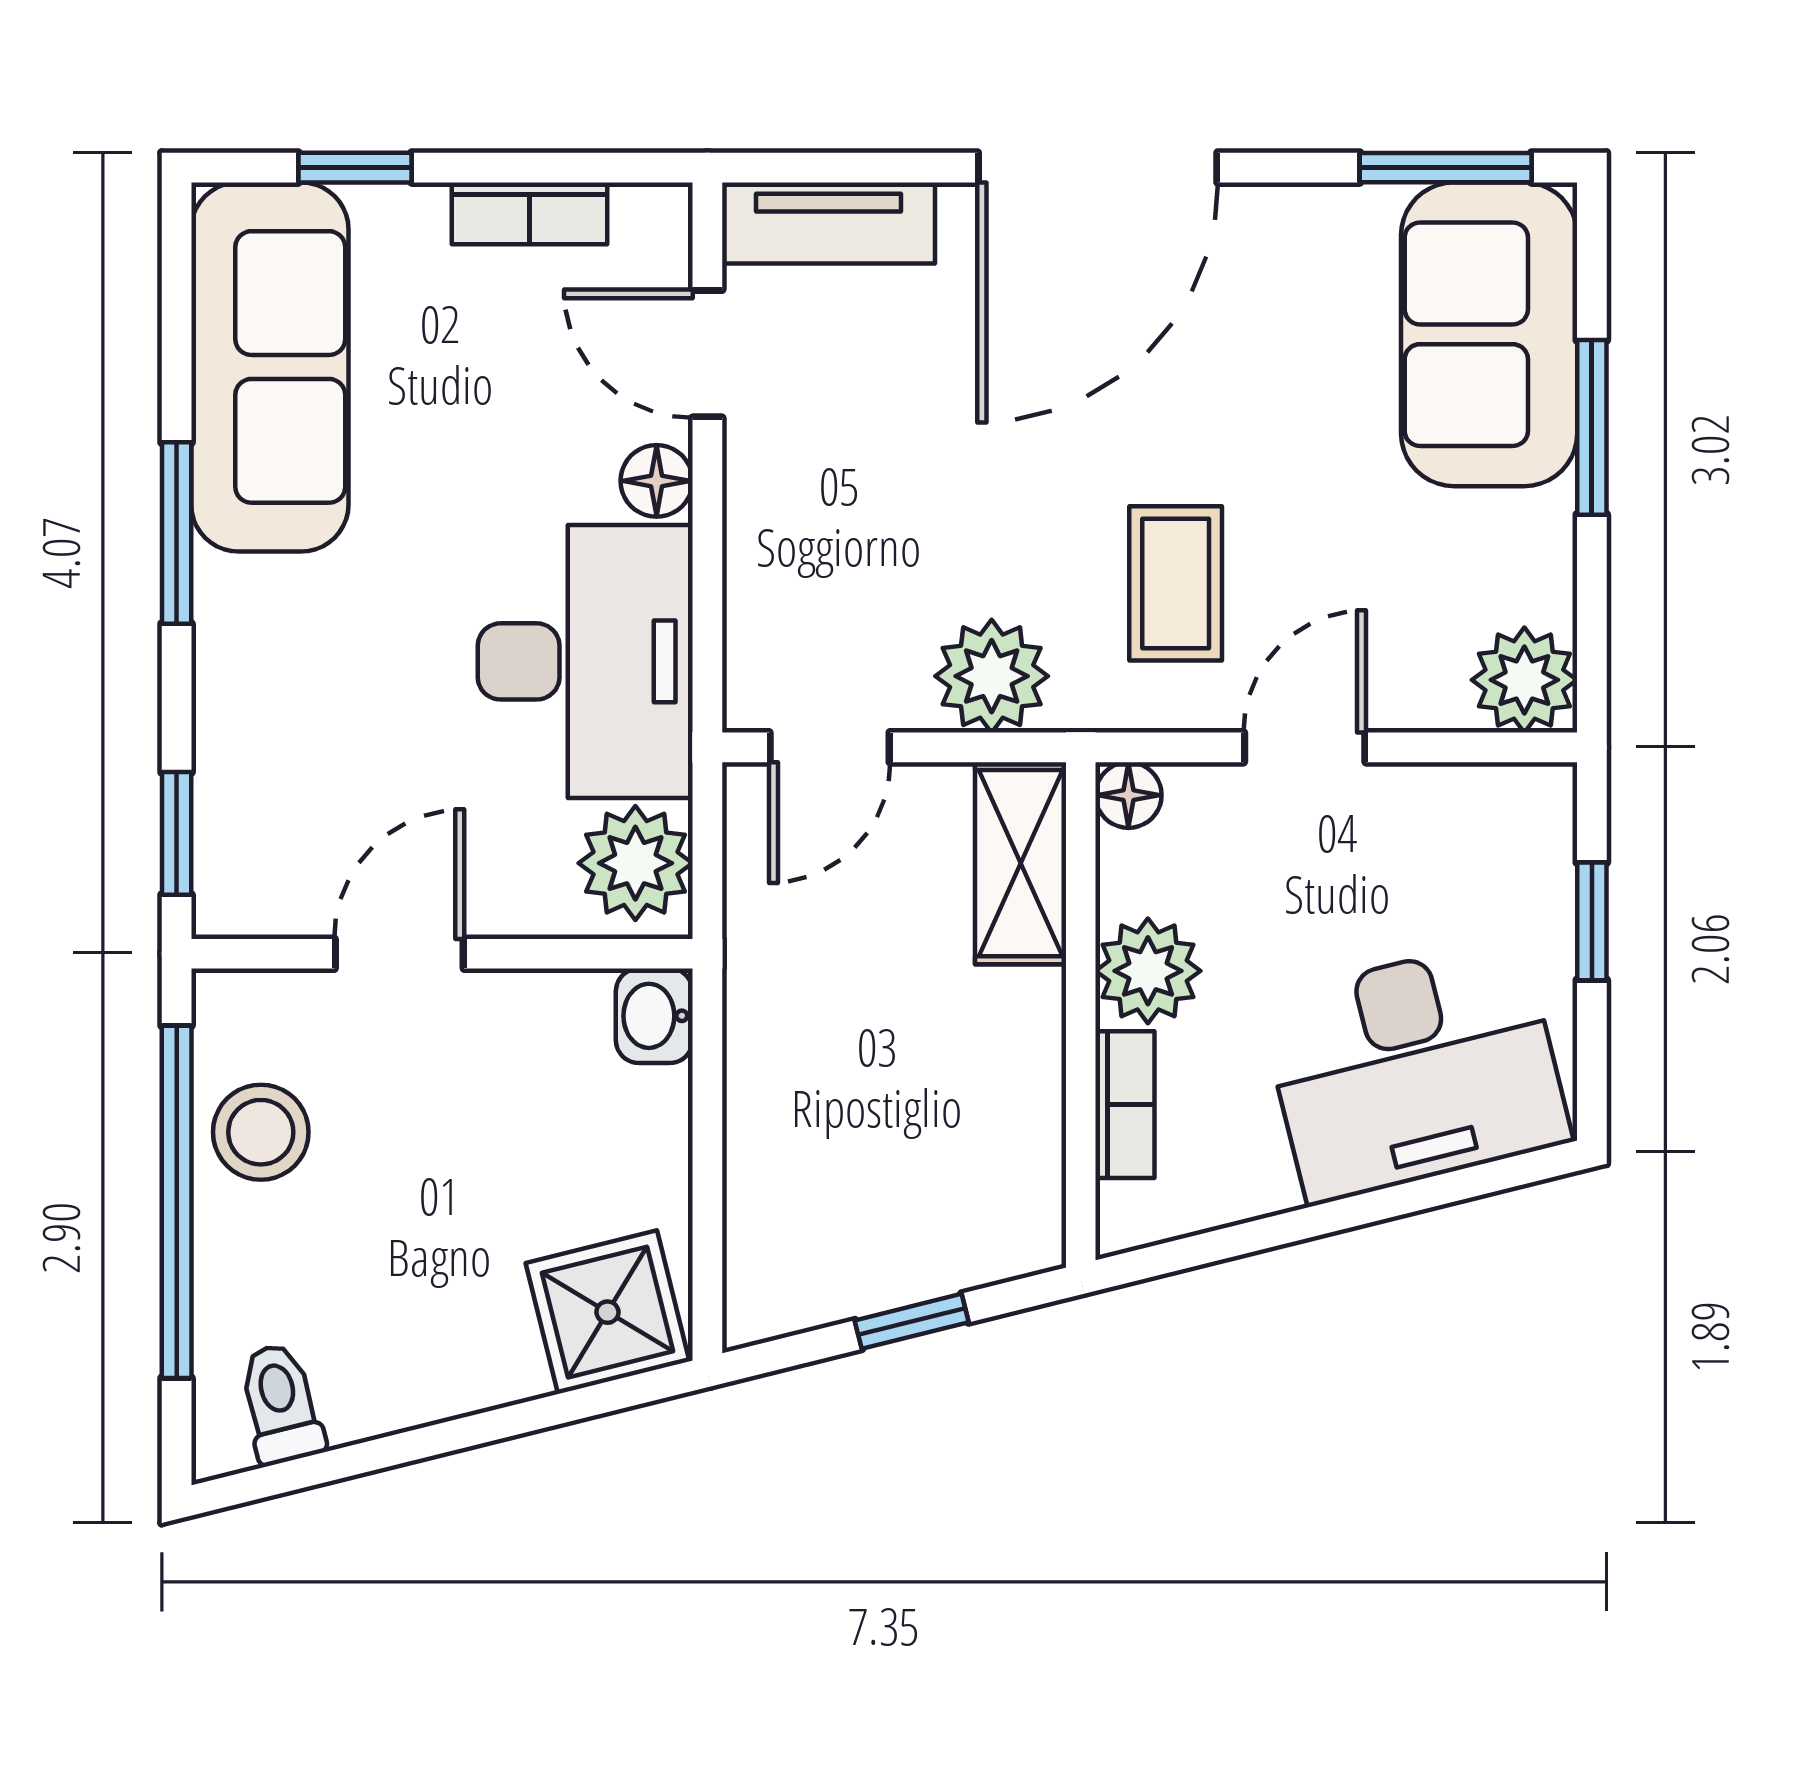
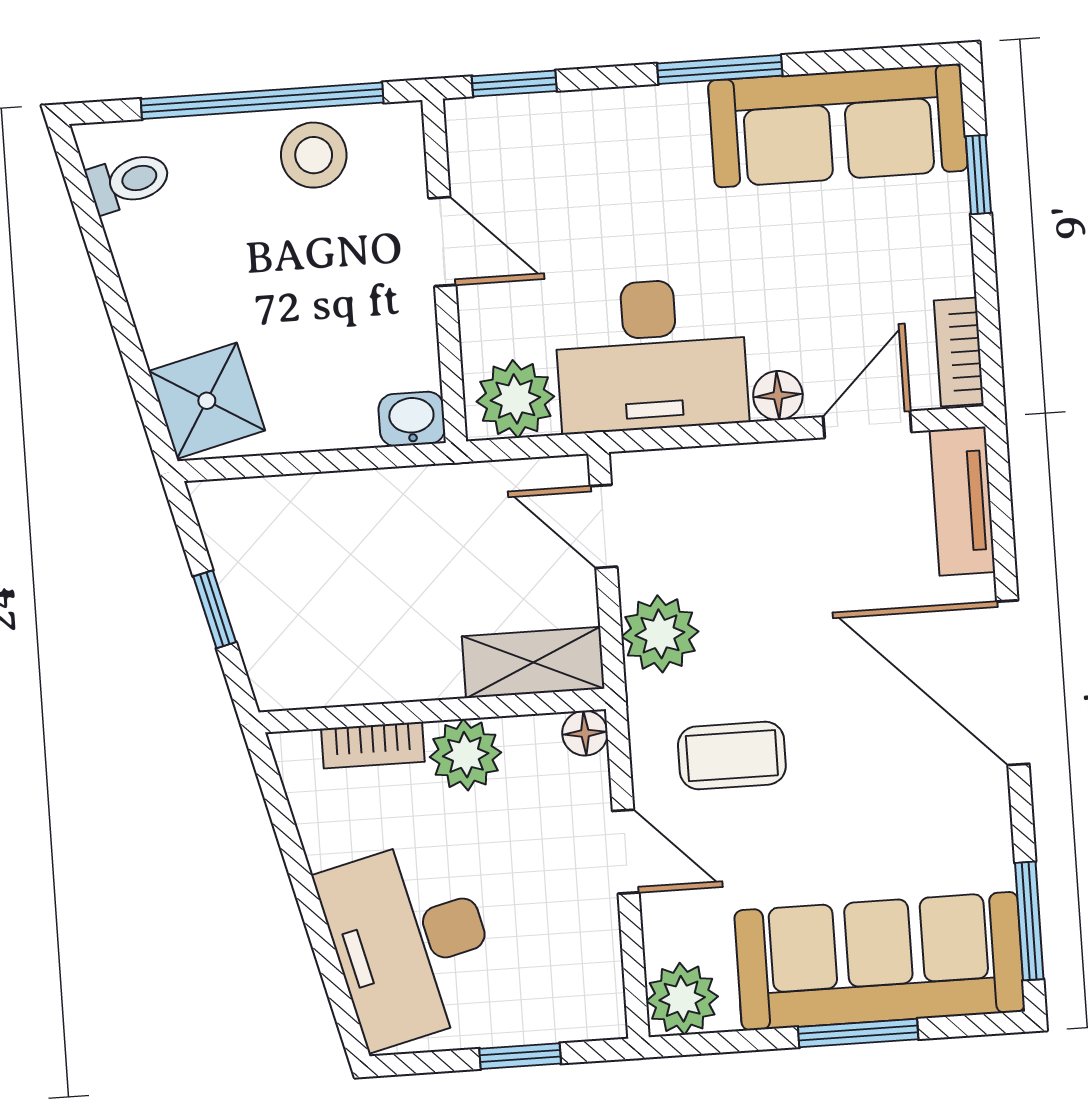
bookcase: (530, 213) -> (959, 352), moved
sofa: (1489, 334) -> (880, 961), width x1.36

